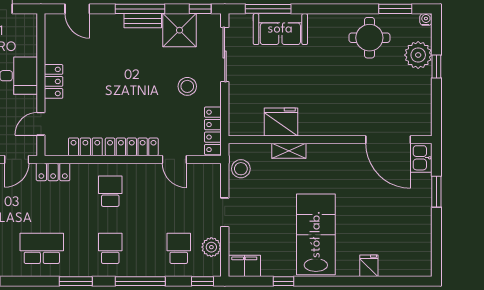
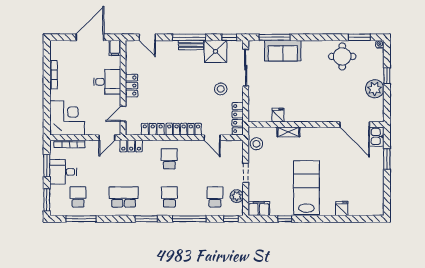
filing cabinet: (29, 25) -> (115, 48), added
plant: (418, 55) -> (375, 89), moved
fridge: (281, 122) -> (278, 115), width x0.53, depth x0.75

